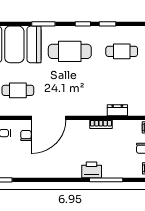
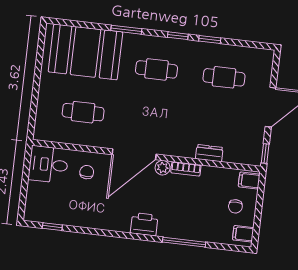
cafe table: (70, 51) -> (157, 69), width x0.73, depth x0.74
door: (49, 118) -> (134, 154), moved
plant: (83, 125) -> (163, 168), added
printer: (92, 170) -> (144, 224), moved

